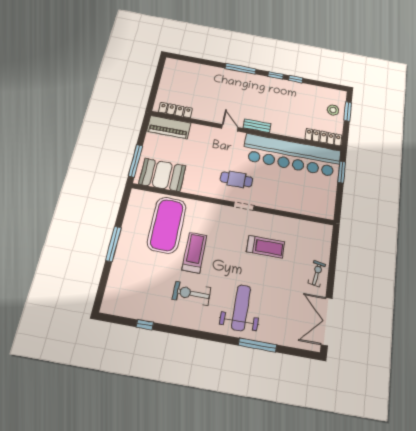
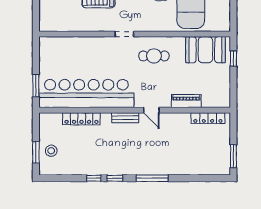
window: (159, 72) -> (233, 156), added
piano: (169, 127) -> (186, 101), moved, width x0.73, depth x0.75
locker: (323, 137) -> (81, 119), moved
window: (135, 161) -> (233, 59), width x0.46
cafe table: (236, 179) -> (154, 56), moved

